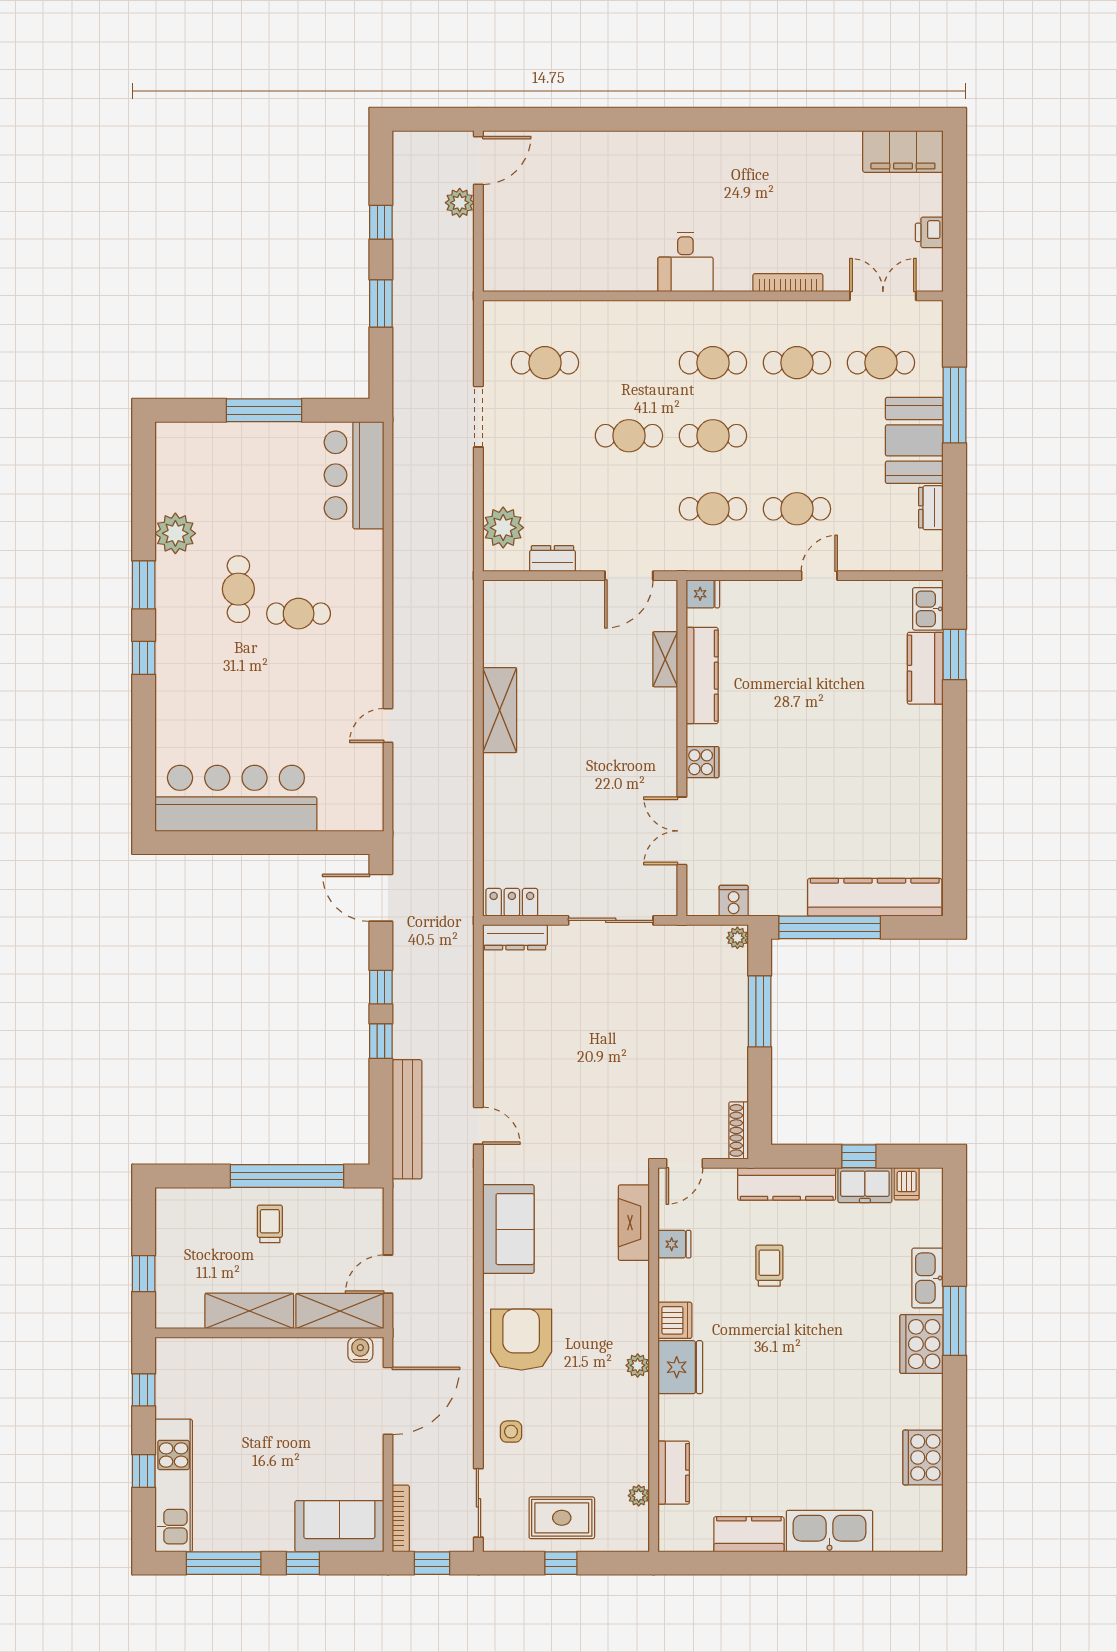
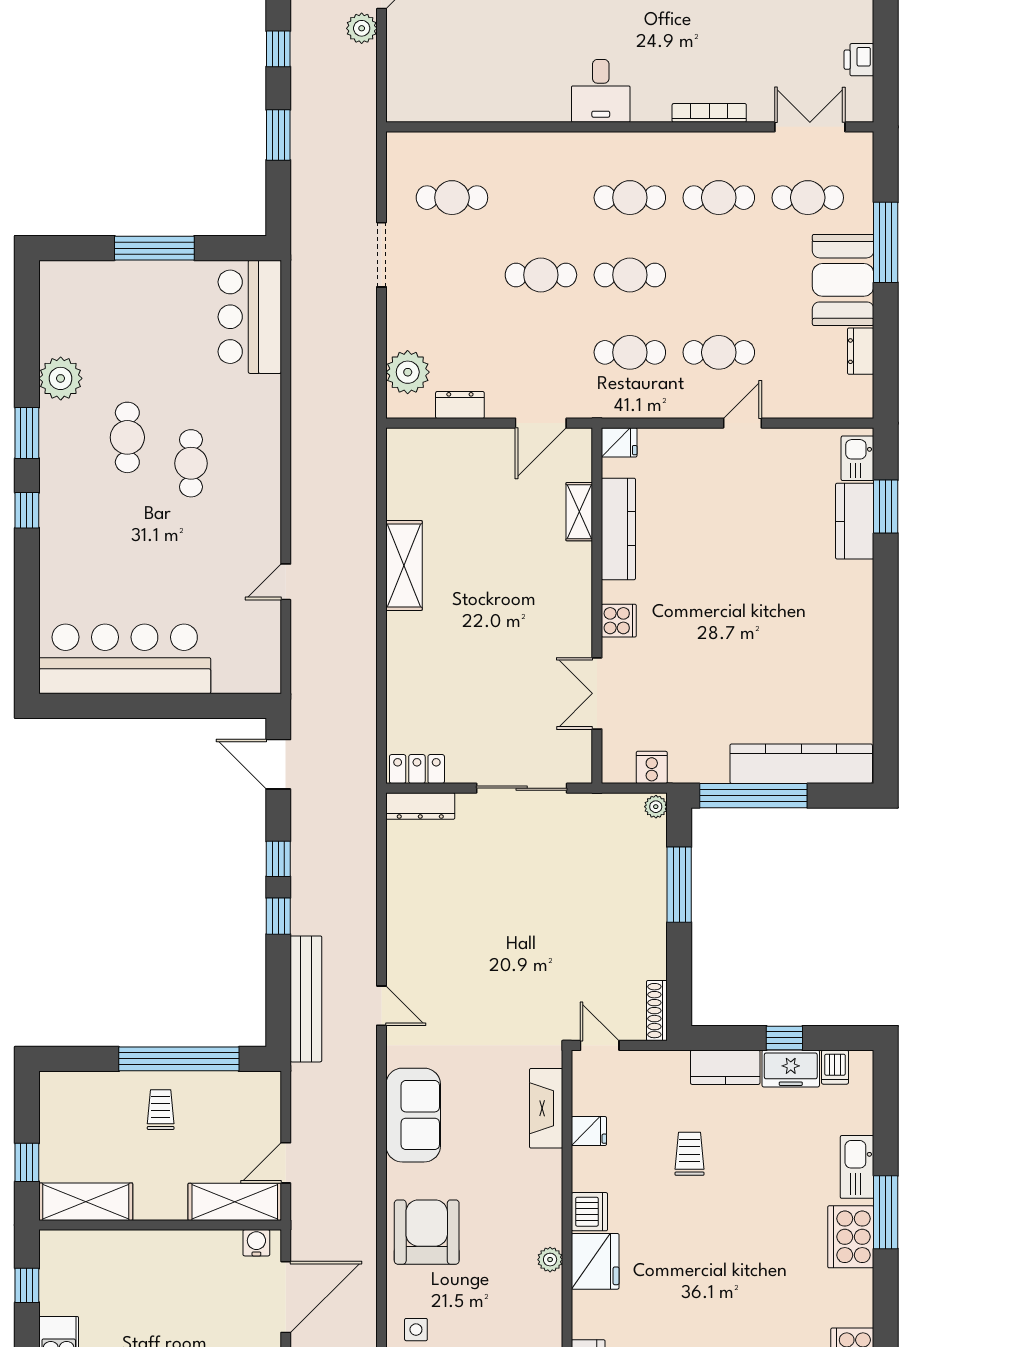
cafe table: (299, 614) -> (191, 463), turned 90
door: (684, 1163) -> (600, 1045), swing flipped
kitchen counter: (787, 1184) -> (725, 1067), width x0.67
shelving: (249, 1311) -> (86, 1202), moved

